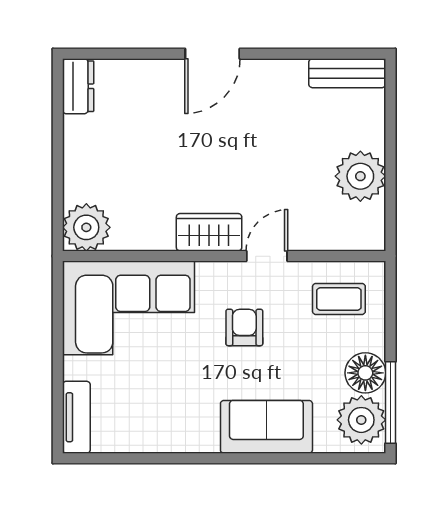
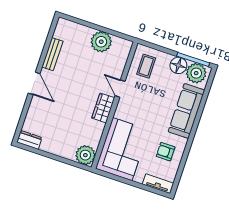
bench: (347, 73) -> (52, 54), moved
armchair: (244, 327) -> (166, 152), moved
sofa: (266, 427) -> (187, 111), width x1.36

